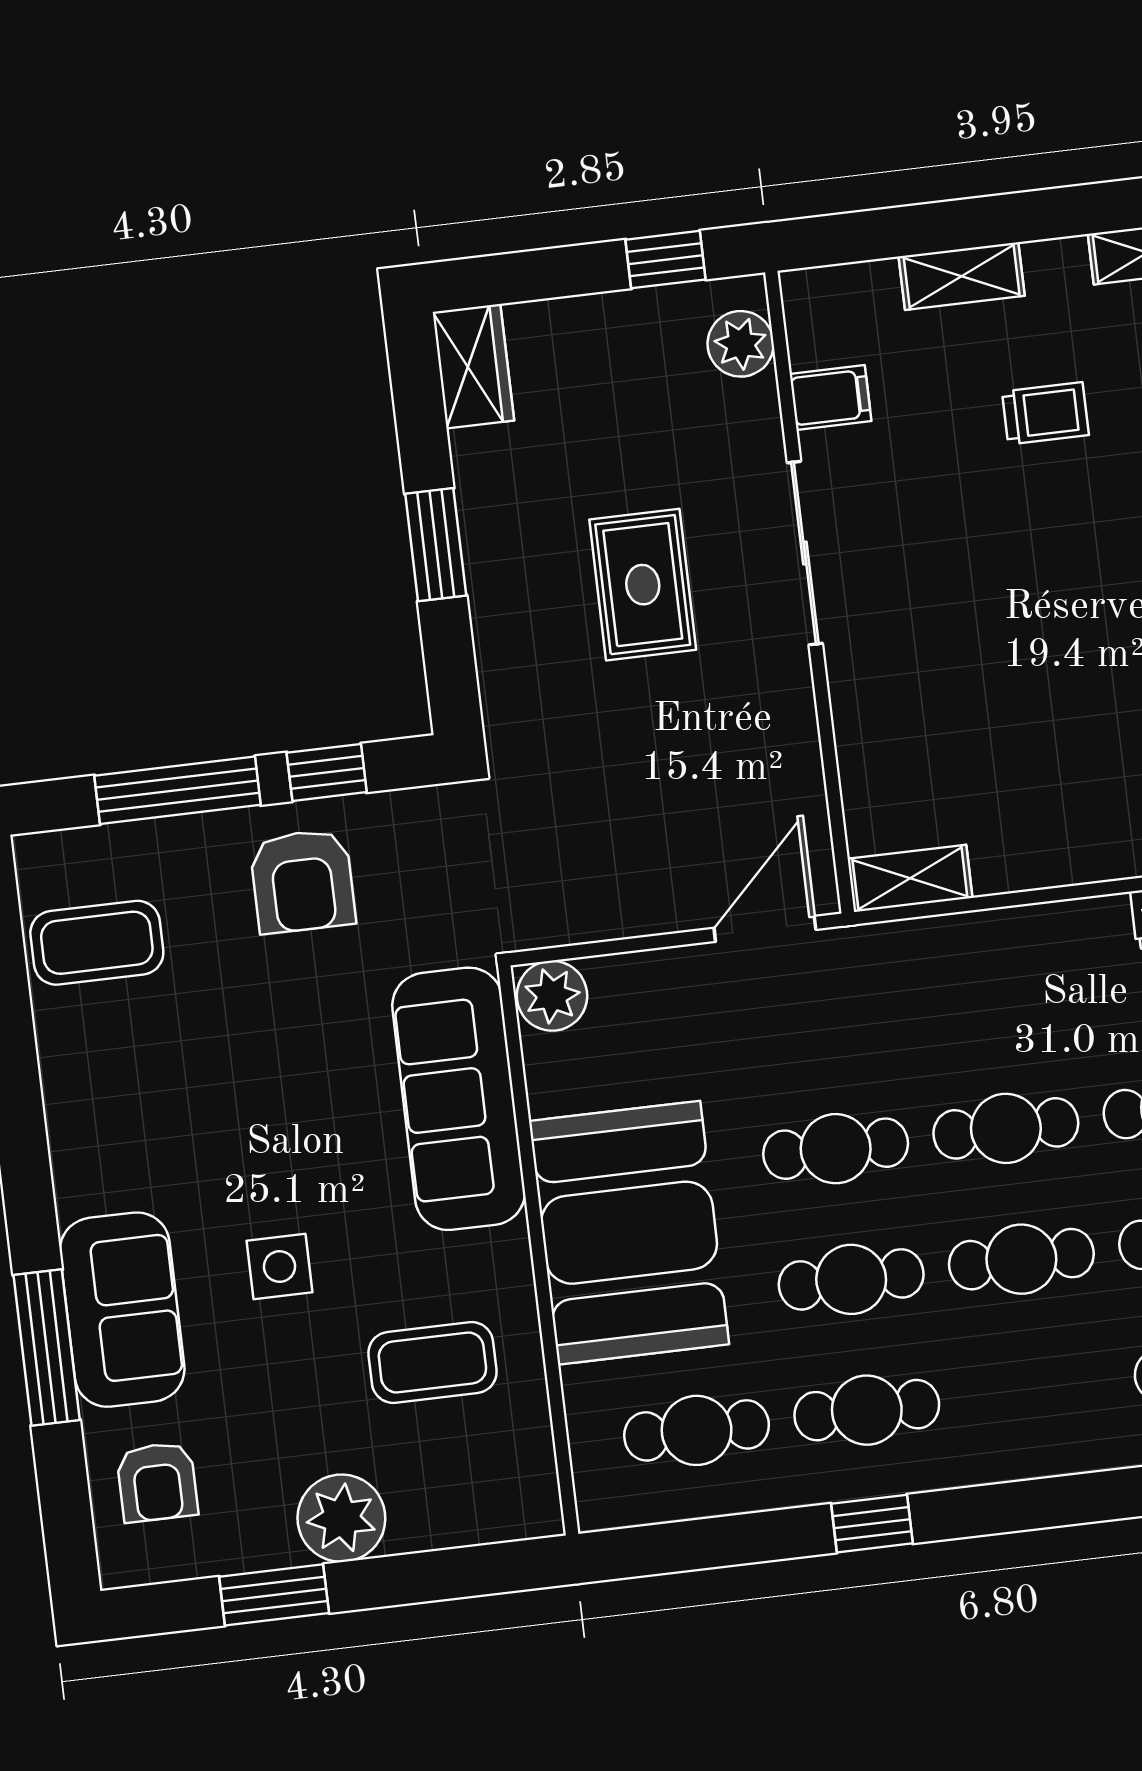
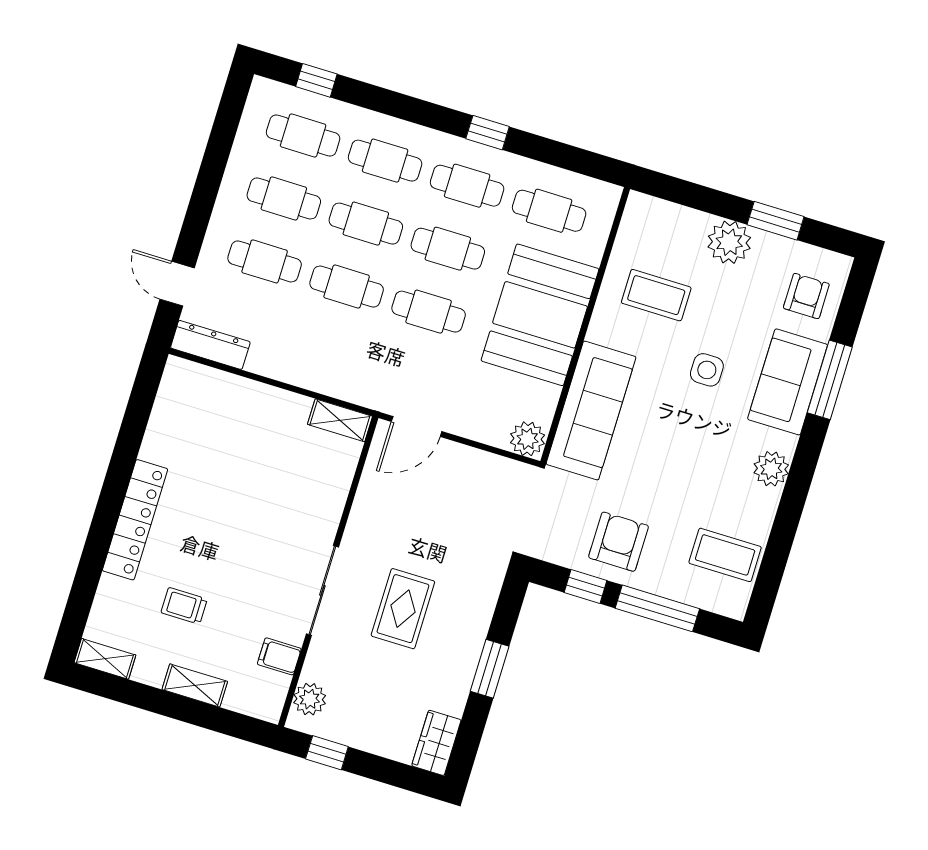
plant: (82, 1138) -> (771, 469), added
cafe table: (1037, 1390) -> (385, 161), added

